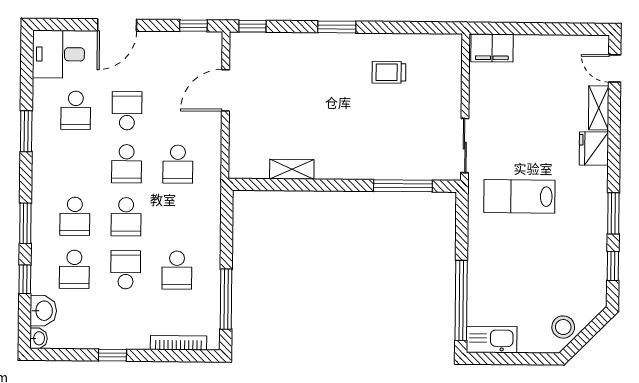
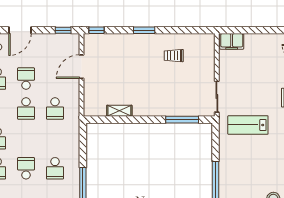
school desk: (126, 217) -> (26, 138), removed

